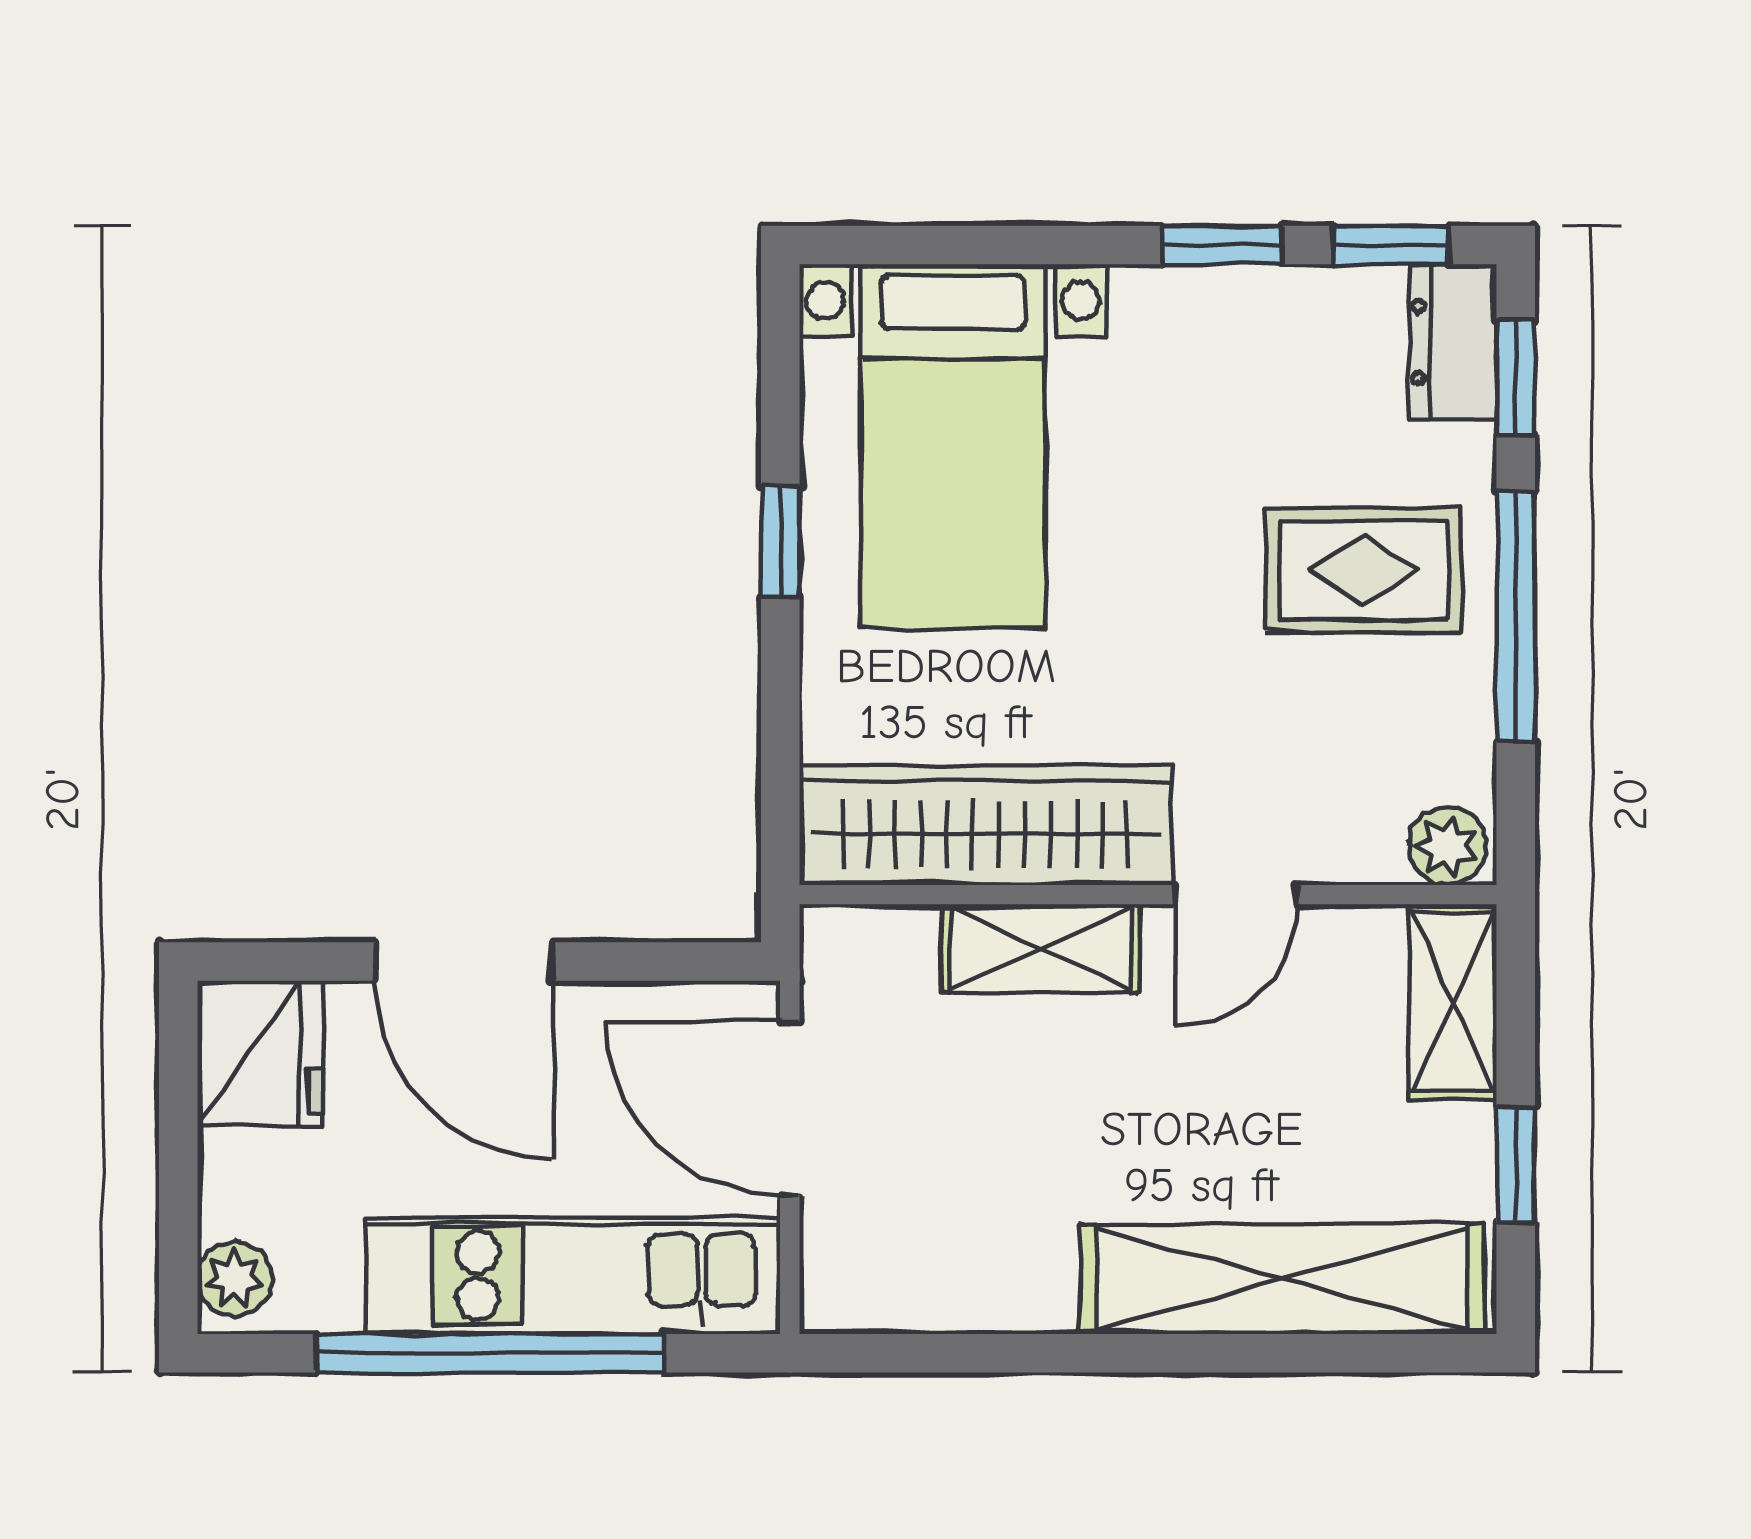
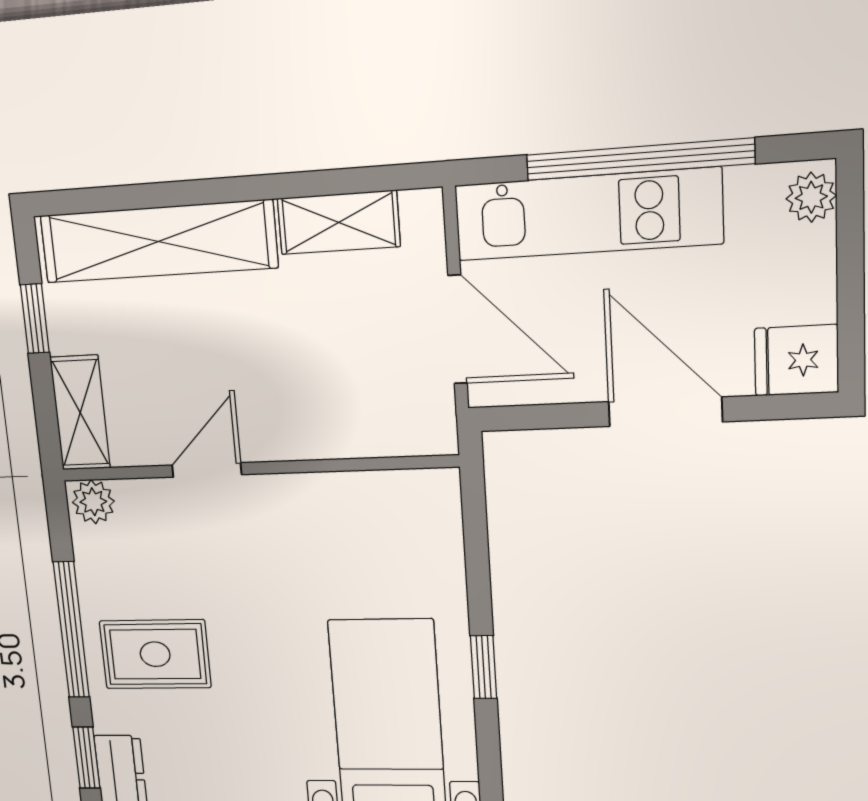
wardrobe: (986, 825) -> (353, 506), removed
shelving: (1041, 949) -> (339, 222), moved
fridge: (260, 1053) -> (796, 360), width x0.72

